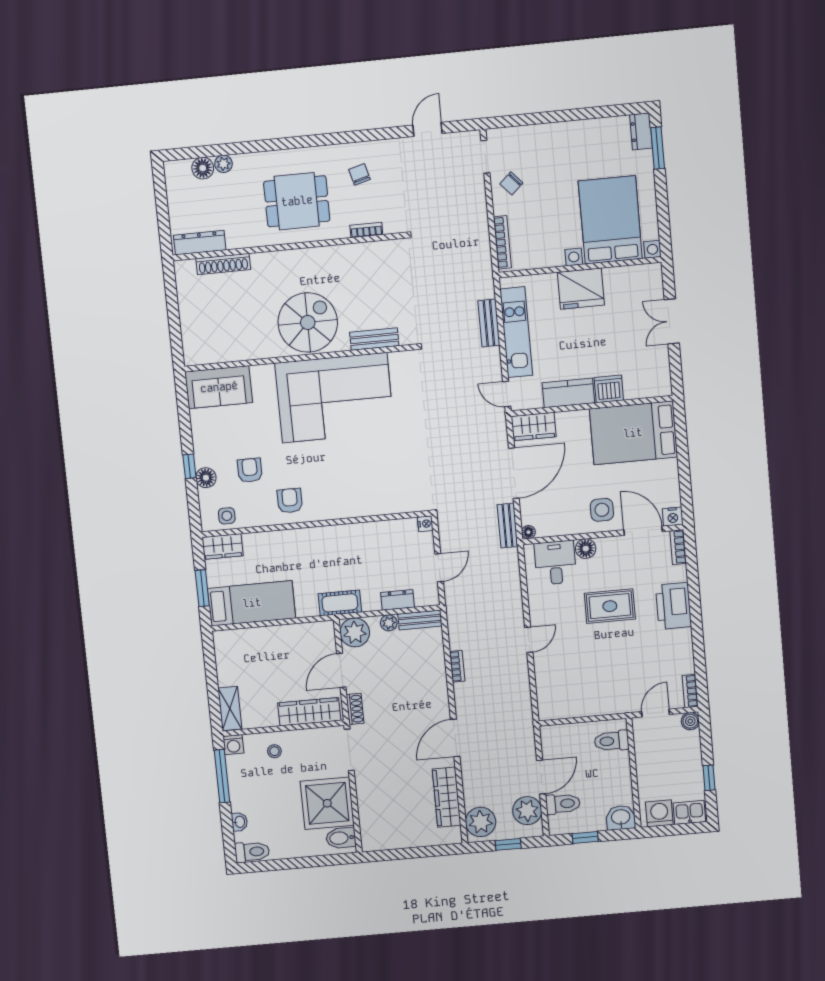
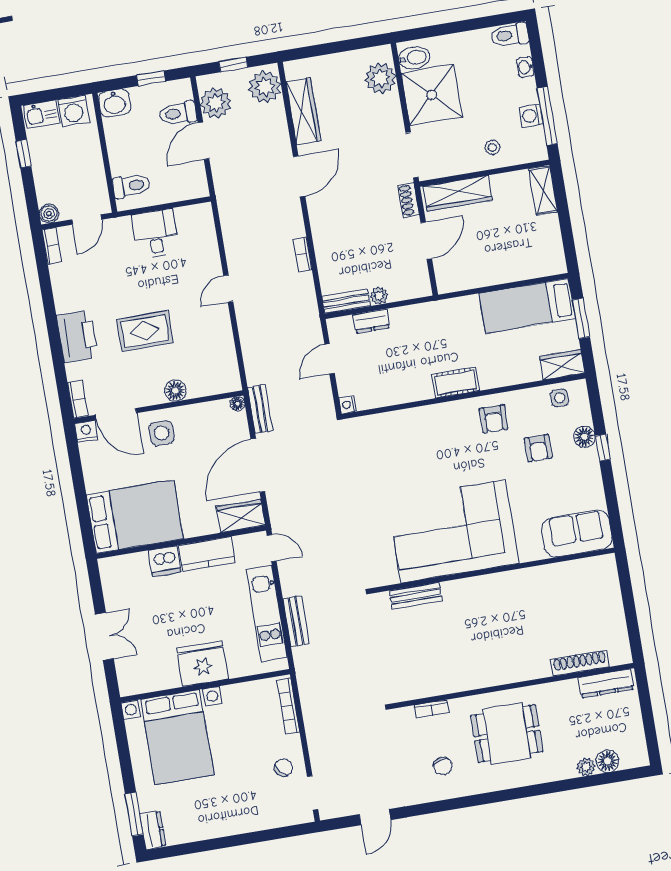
spiral stairs: (308, 322) -> (487, 608), removed
desk: (555, 563) -> (155, 234), moved, turned 180
cot: (340, 603) -> (456, 383), moved
plant: (355, 632) -> (380, 78), moved
washing machine: (233, 745) -> (531, 116), moved, turned -90

